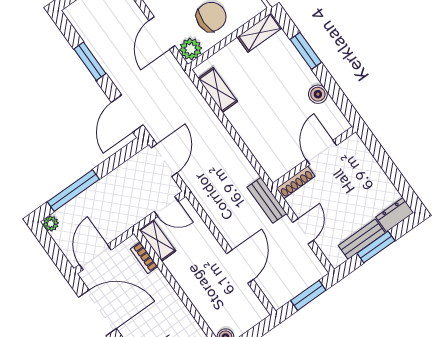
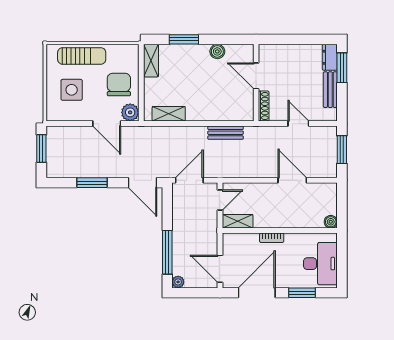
door: (164, 160) -> (189, 180), hinge flipped
bench: (267, 200) -> (226, 133), moved
window: (376, 247) -> (342, 68), moved
bookcase: (144, 258) -> (272, 238), moved

